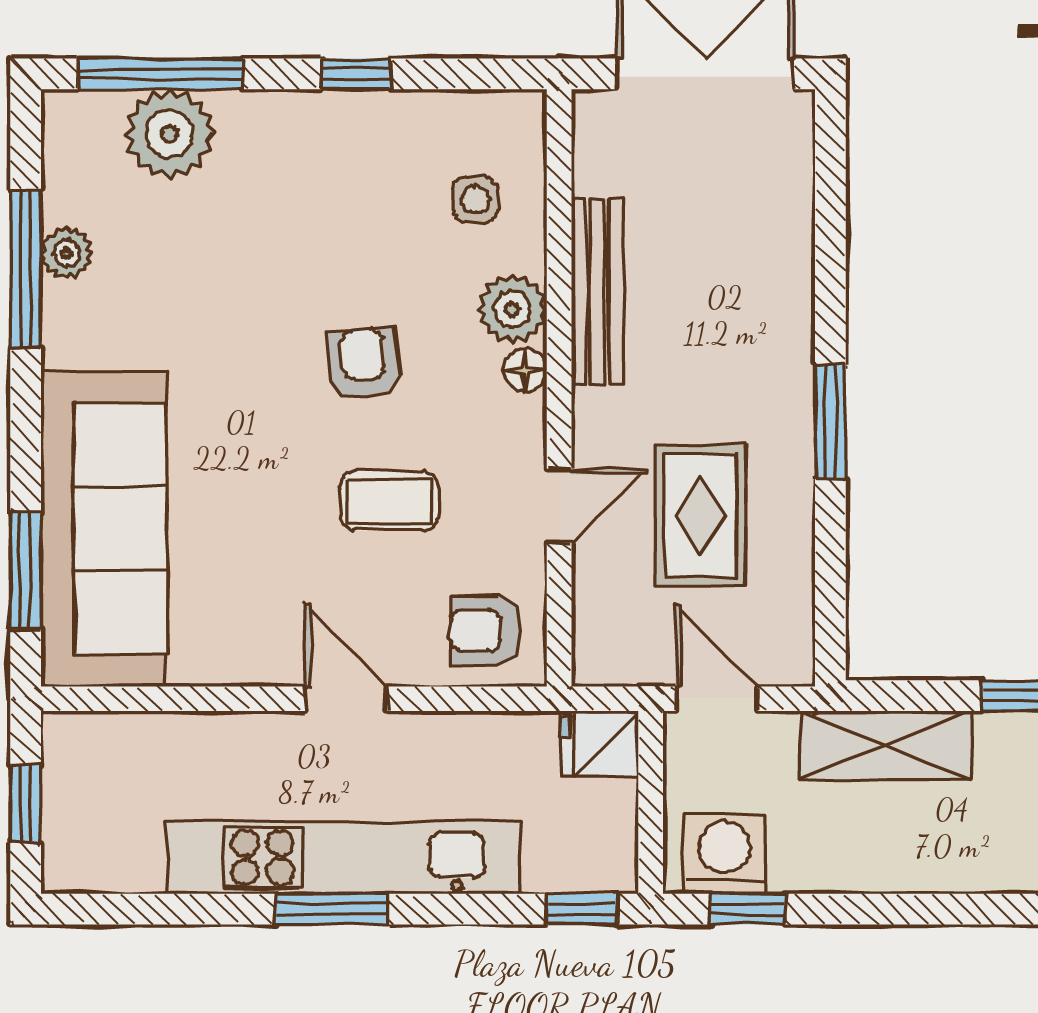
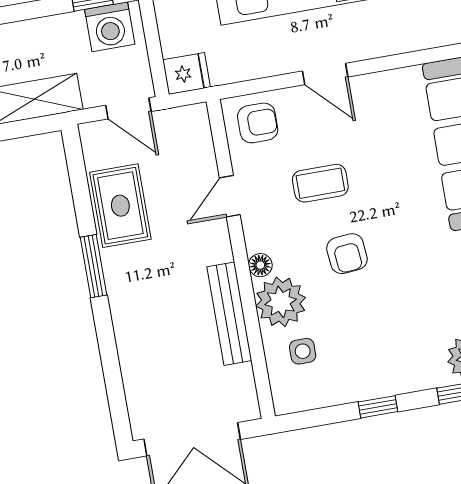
plant: (512, 309) -> (281, 302), width x1.36, depth x1.36
rug: (700, 515) -> (120, 206), moved

